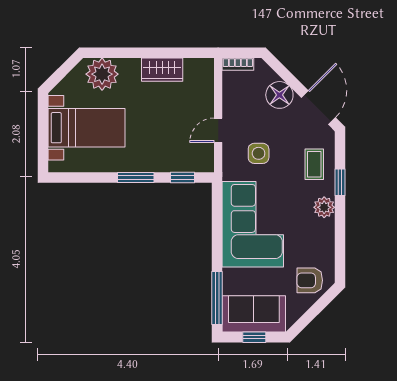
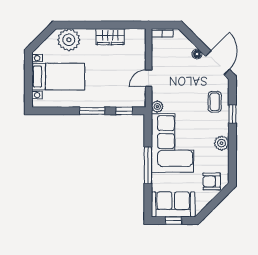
floor lamp: (279, 95) -> (197, 54), width x0.53, depth x0.53
side table: (259, 153) -> (176, 94), removed
plant: (231, 171) -> (157, 107), added
plant: (324, 207) -> (222, 143), moved
window: (217, 298) -> (148, 165), moved

